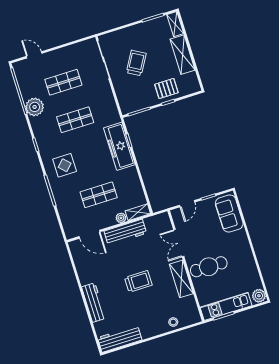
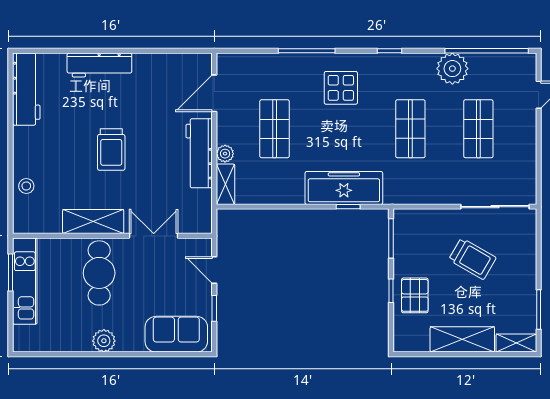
plant: (259, 296) -> (104, 341), moved

